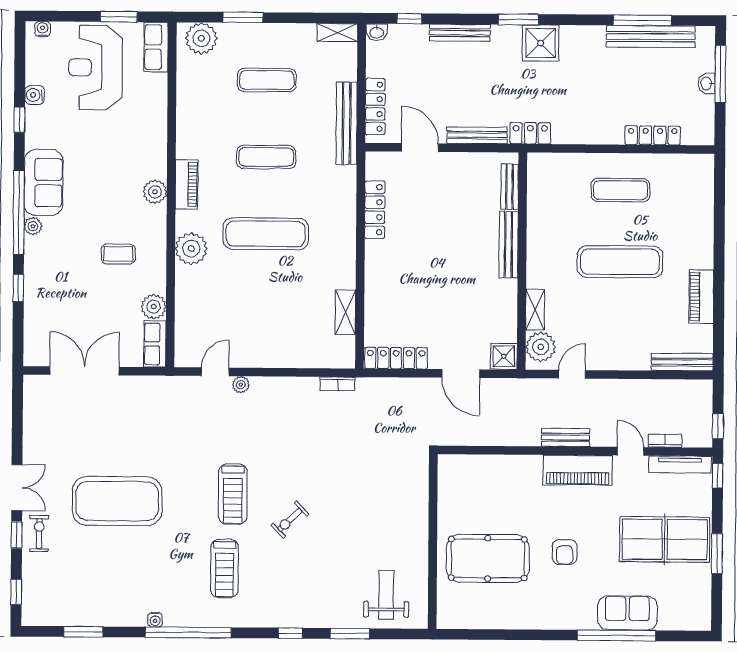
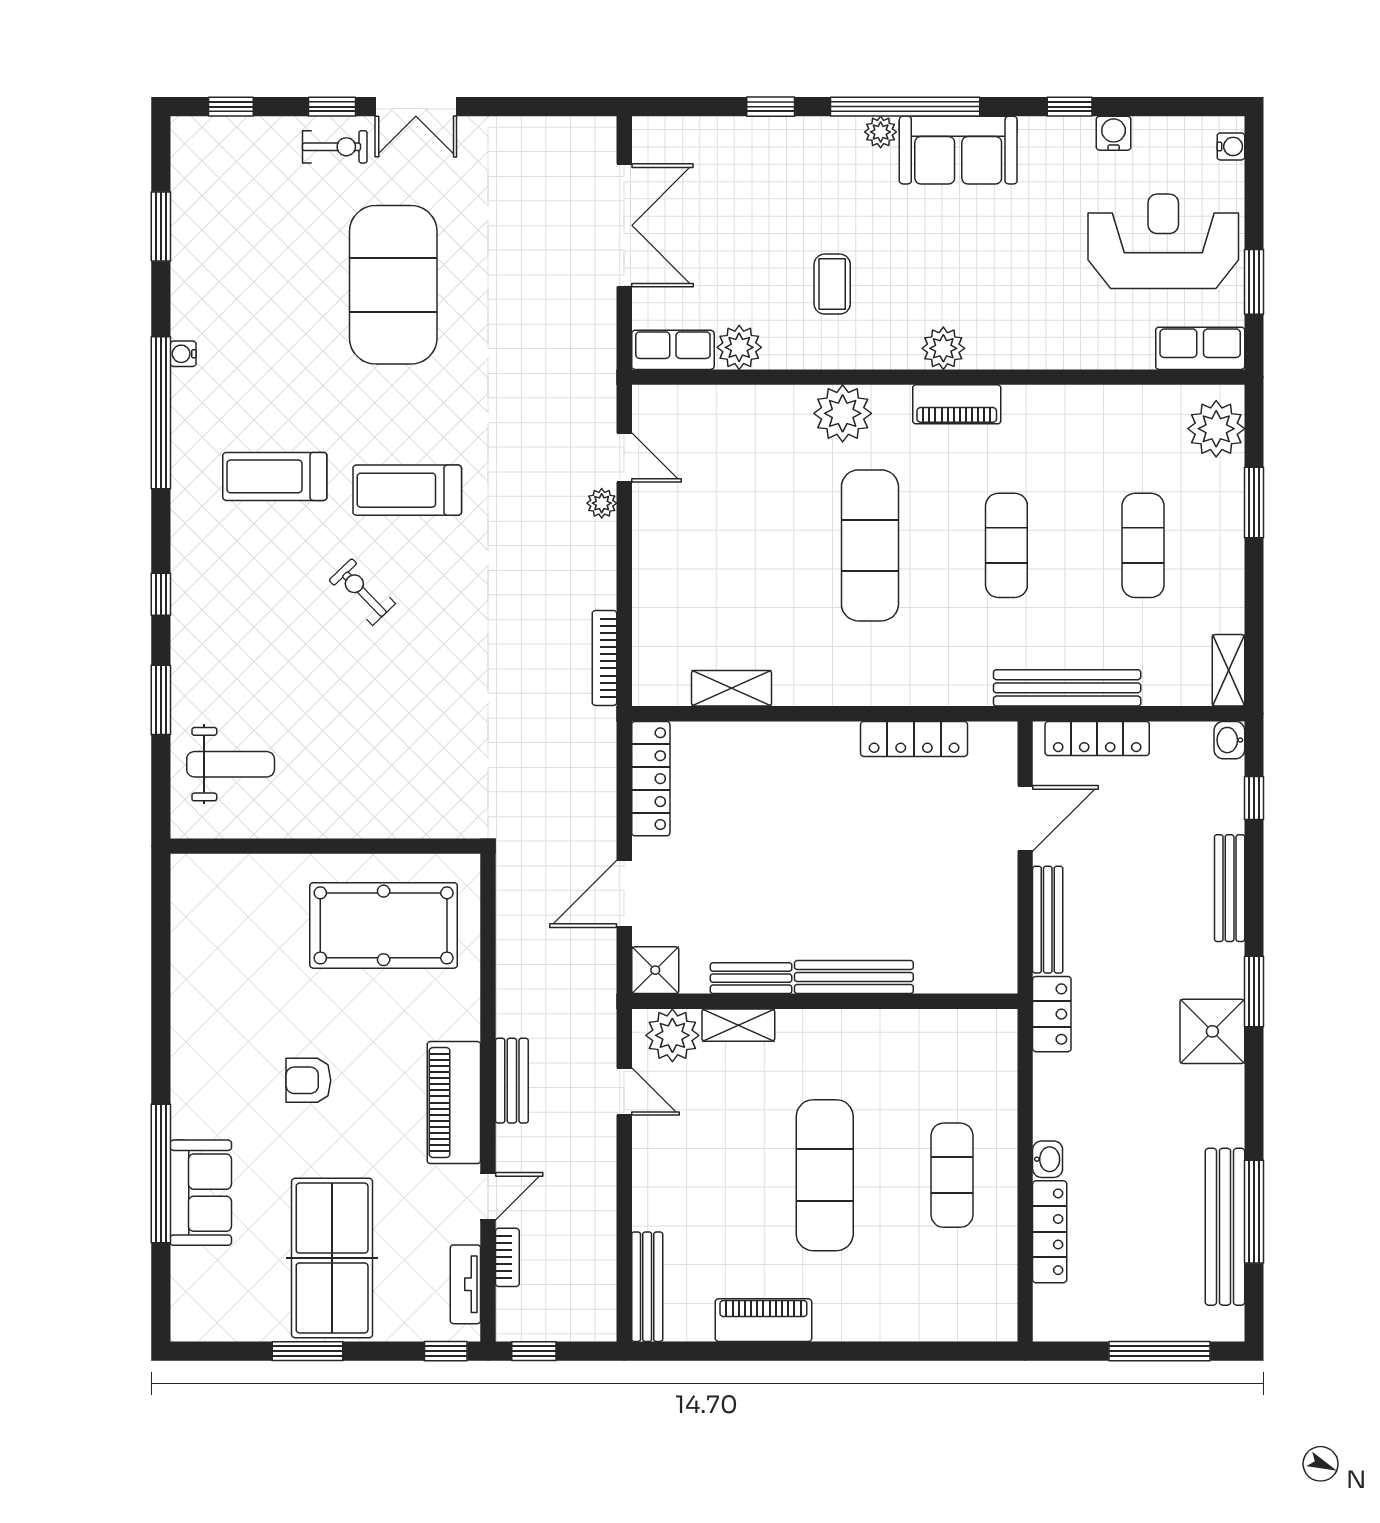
washbasin: (707, 84) -> (1048, 1159), moved, turned 90
bench: (510, 187) -> (751, 978), moved
bookcase: (338, 384) -> (604, 658), width x1.56
tv unit: (680, 464) -> (465, 1284), width x0.71
pool table: (488, 558) -> (384, 925), moved, turned 90

